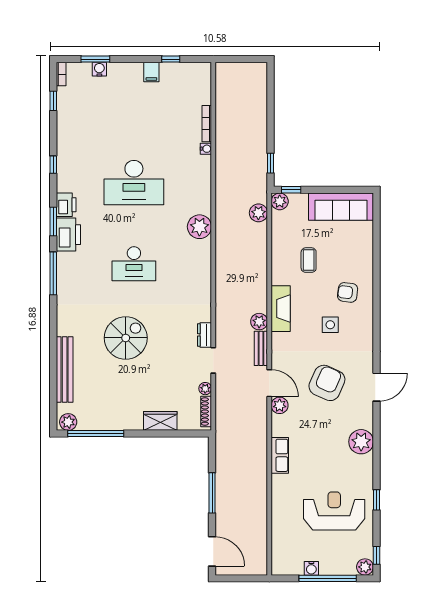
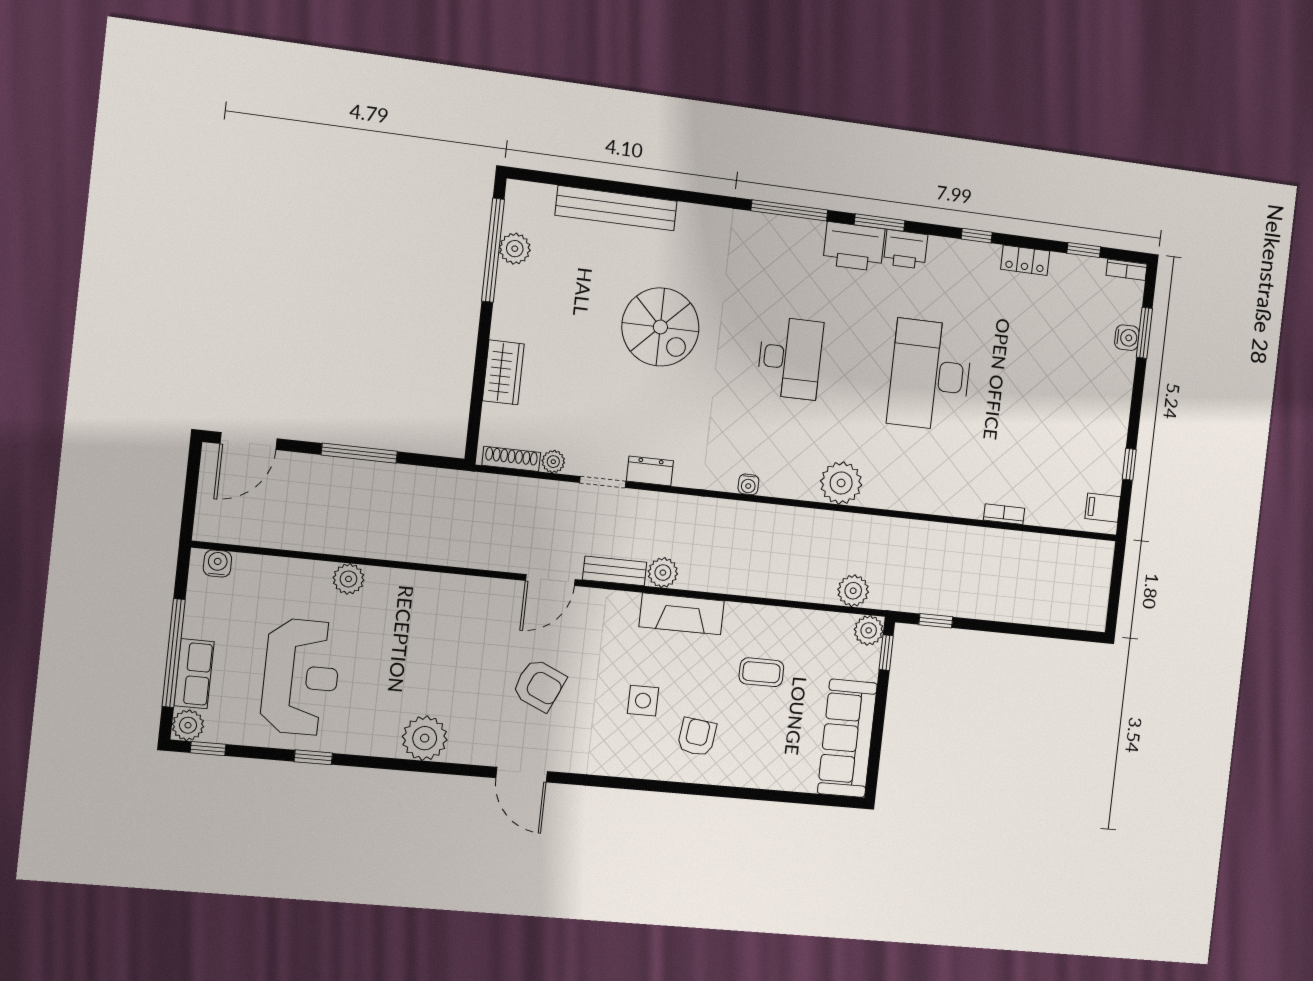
filing cabinet: (151, 72) -> (1103, 508), moved
bookcase: (207, 124) -> (1004, 514), width x0.64
locker: (63, 135) -> (1025, 260), added
water cooler: (206, 149) -> (748, 484), moved
desk: (134, 264) -> (790, 358), turned 180
armchair: (327, 383) -> (539, 685), width x0.73, depth x0.73
plant: (280, 405) -> (349, 579), moved
plant: (68, 422) -> (515, 249), moved
row of seats: (280, 455) -> (194, 674), moved, turned -90
water cooler: (311, 568) -> (217, 563), moved, turned 90

